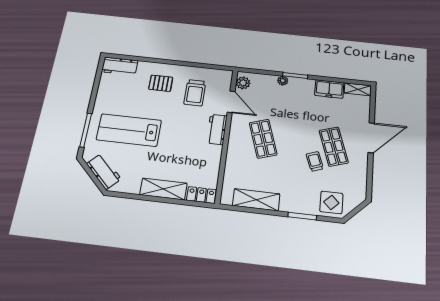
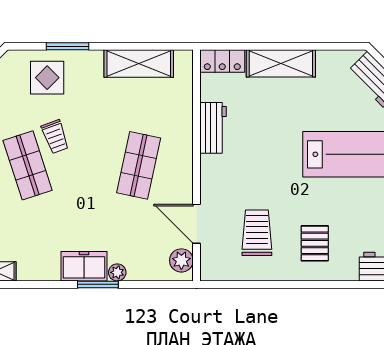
pallet: (161, 83) -> (315, 243), turned 90
freezer: (329, 89) -> (84, 266), moved
workbench: (217, 129) -> (213, 128), moved
shop shelf: (263, 139) -> (139, 165), turned 30
display table: (331, 202) -> (47, 78), moved

